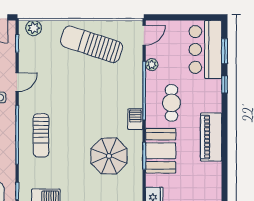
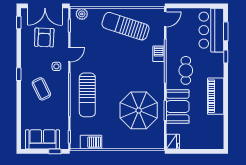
plant: (152, 65) -> (171, 42), removed
barbecue: (135, 119) -> (159, 54), moved
sun lounger: (41, 135) -> (87, 95), width x1.36, depth x1.34
parasol: (109, 156) -> (139, 110), width x1.36, depth x1.36

